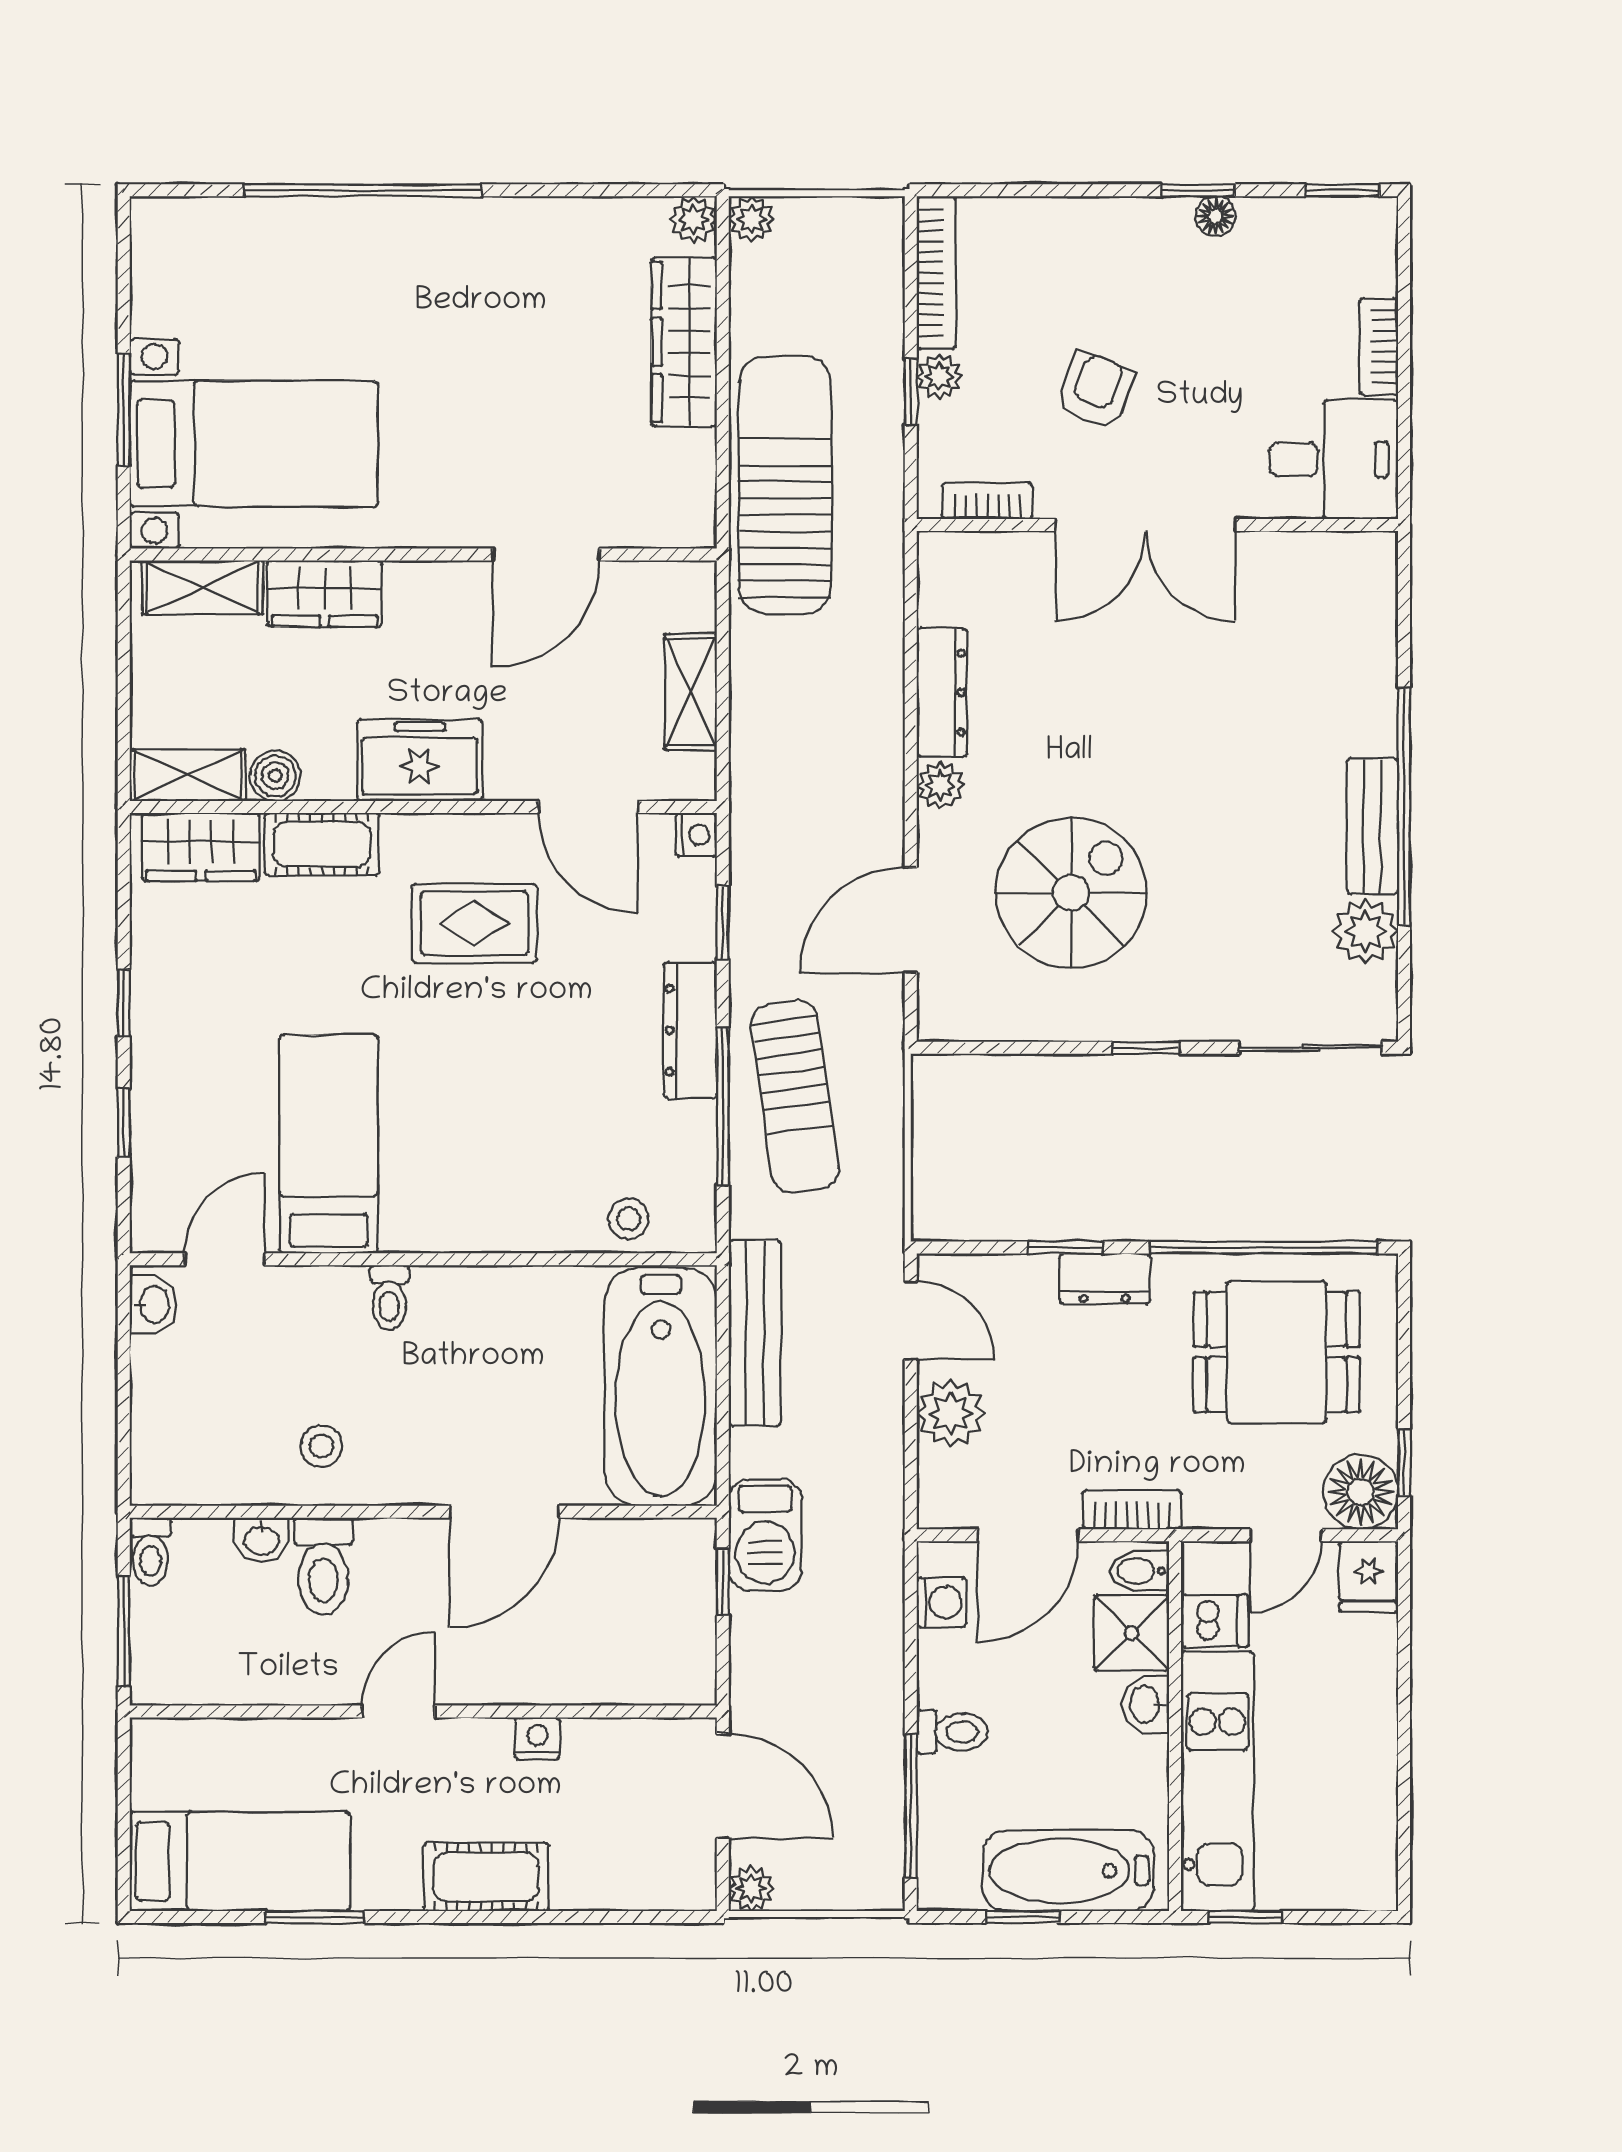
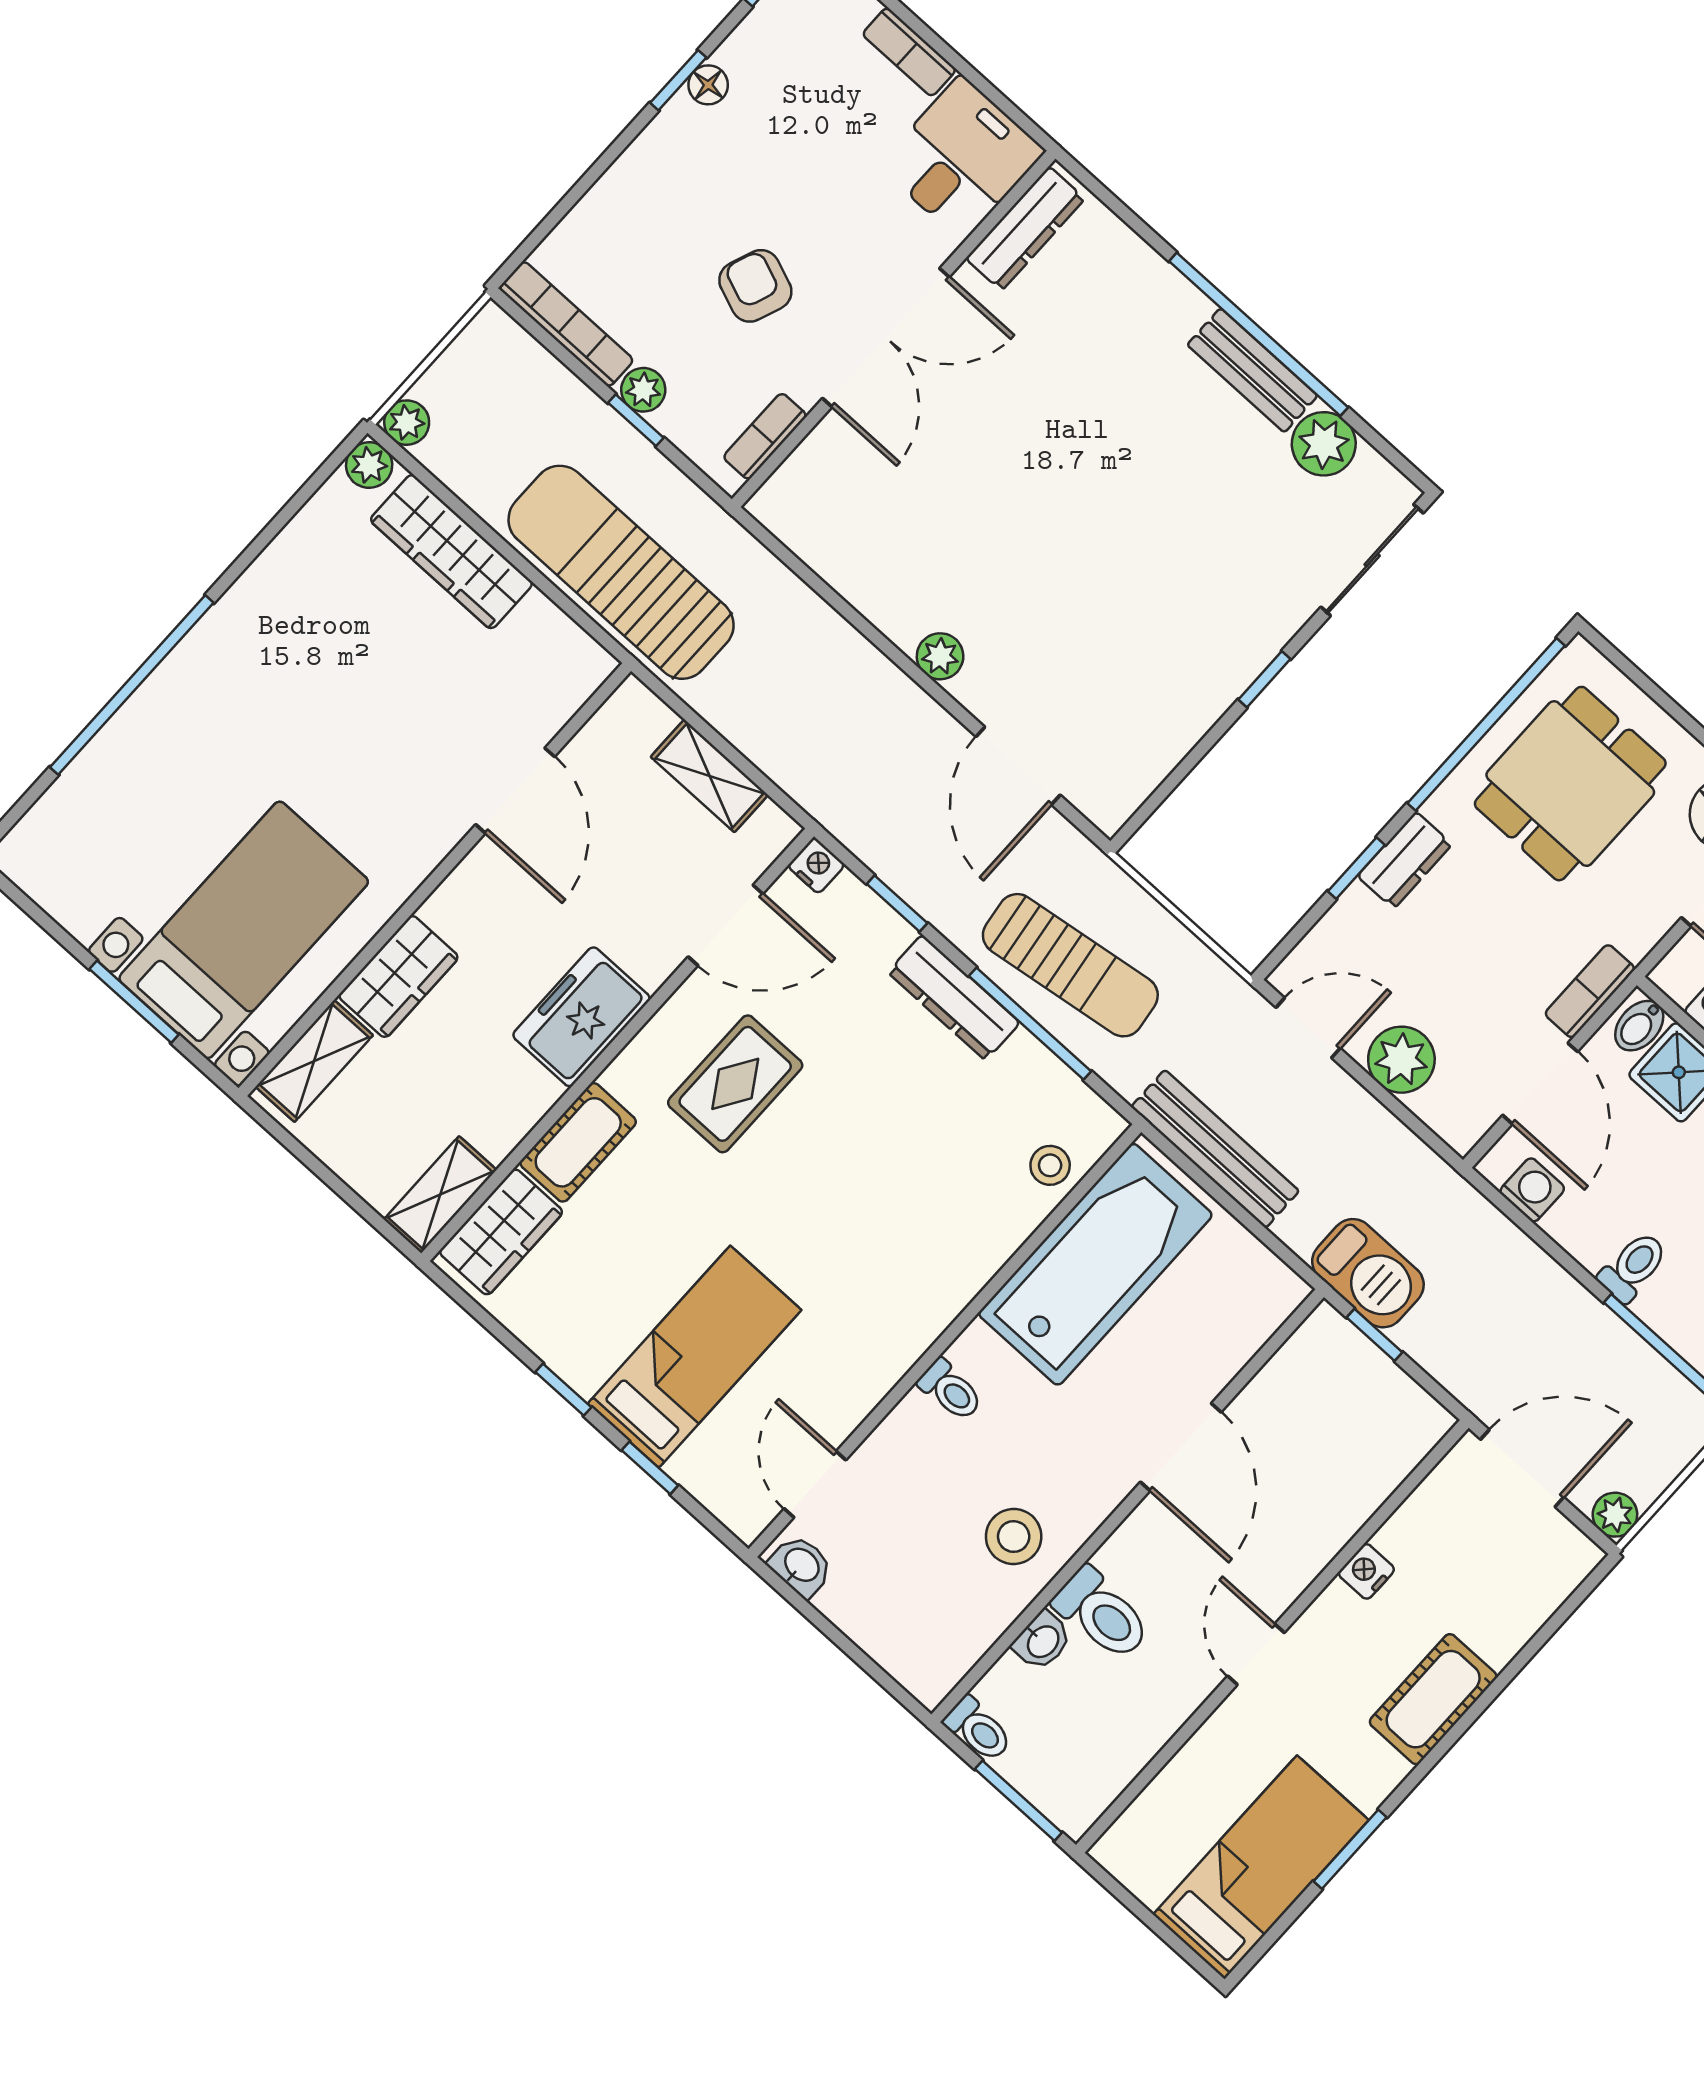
dresser: (942, 693) -> (1025, 228), moved, turned 90
boiler: (275, 776) -> (498, 1131), removed
spiral stairs: (1071, 893) -> (1104, 632), removed
bed: (329, 1144) -> (695, 1357), moved, turned 90
bathtub: (661, 1387) -> (1095, 1264), moved, turned -90
stool: (321, 1446) -> (1014, 1537), width x1.37, depth x1.37

